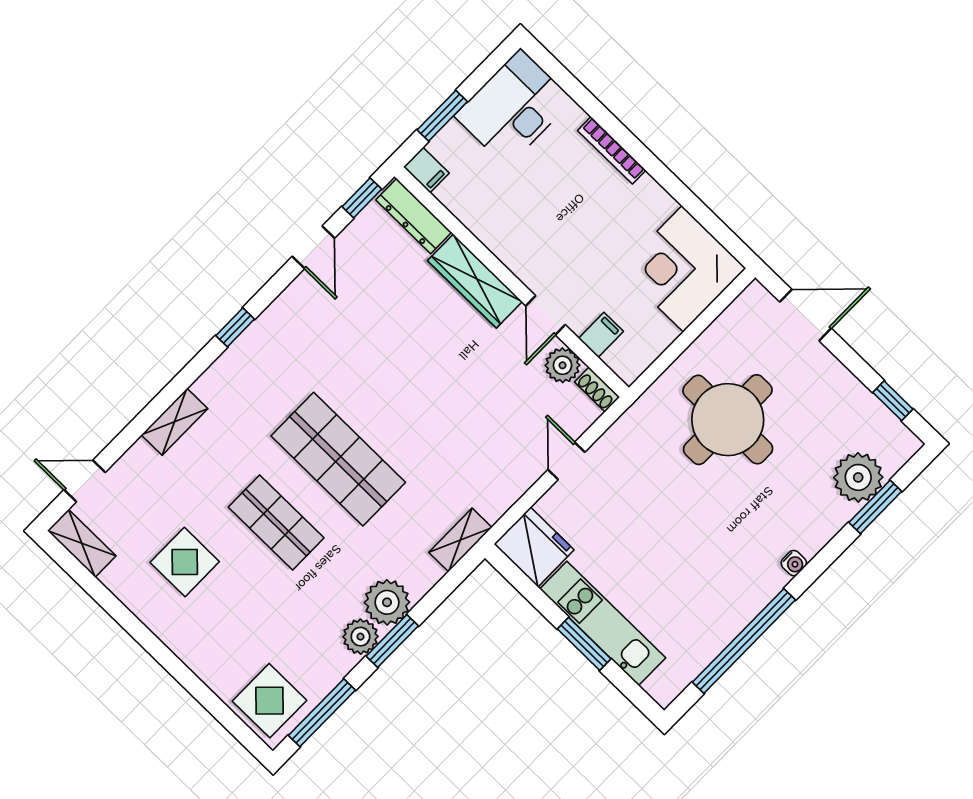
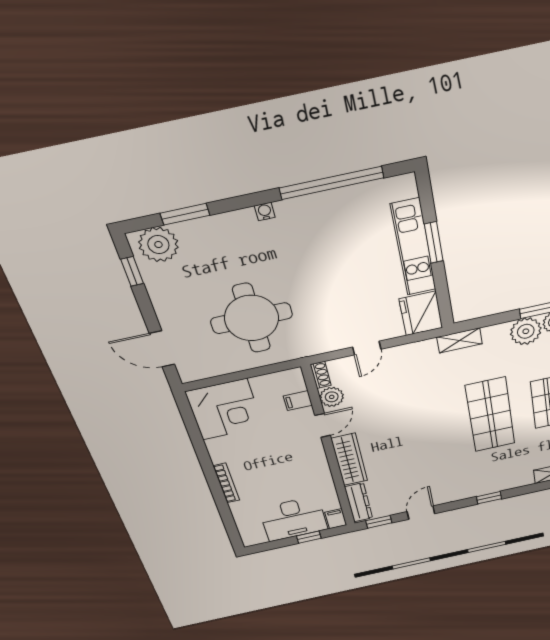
desk: (513, 108) -> (293, 519), moved
window: (442, 116) -> (309, 537), width x0.67
plant: (858, 477) -> (158, 245), moved

